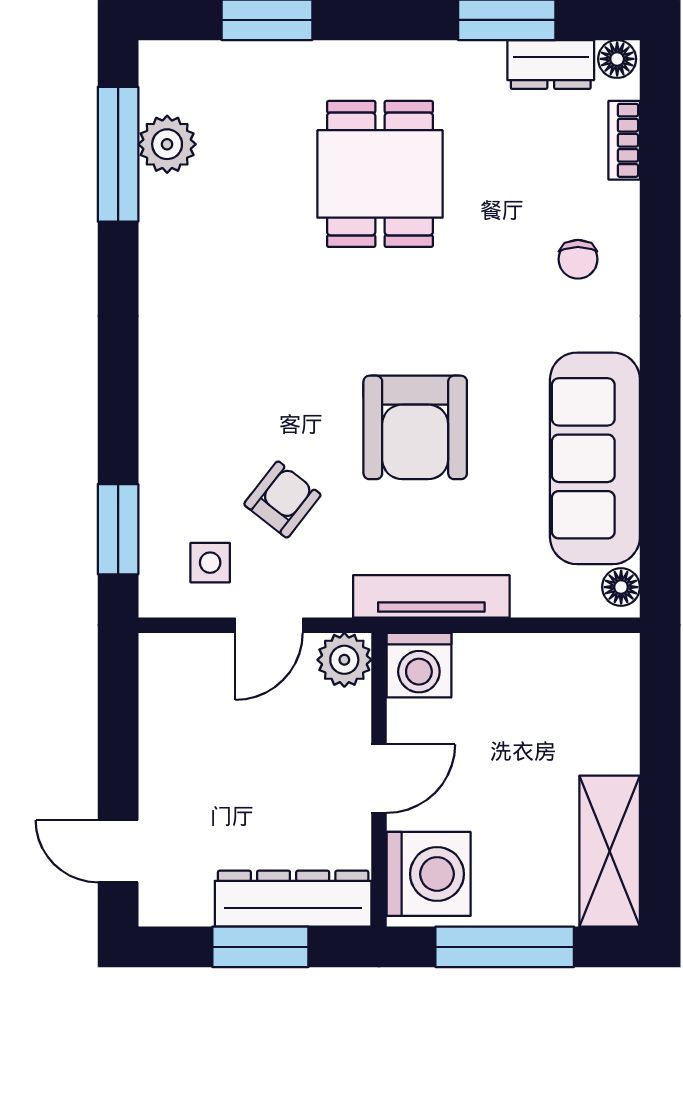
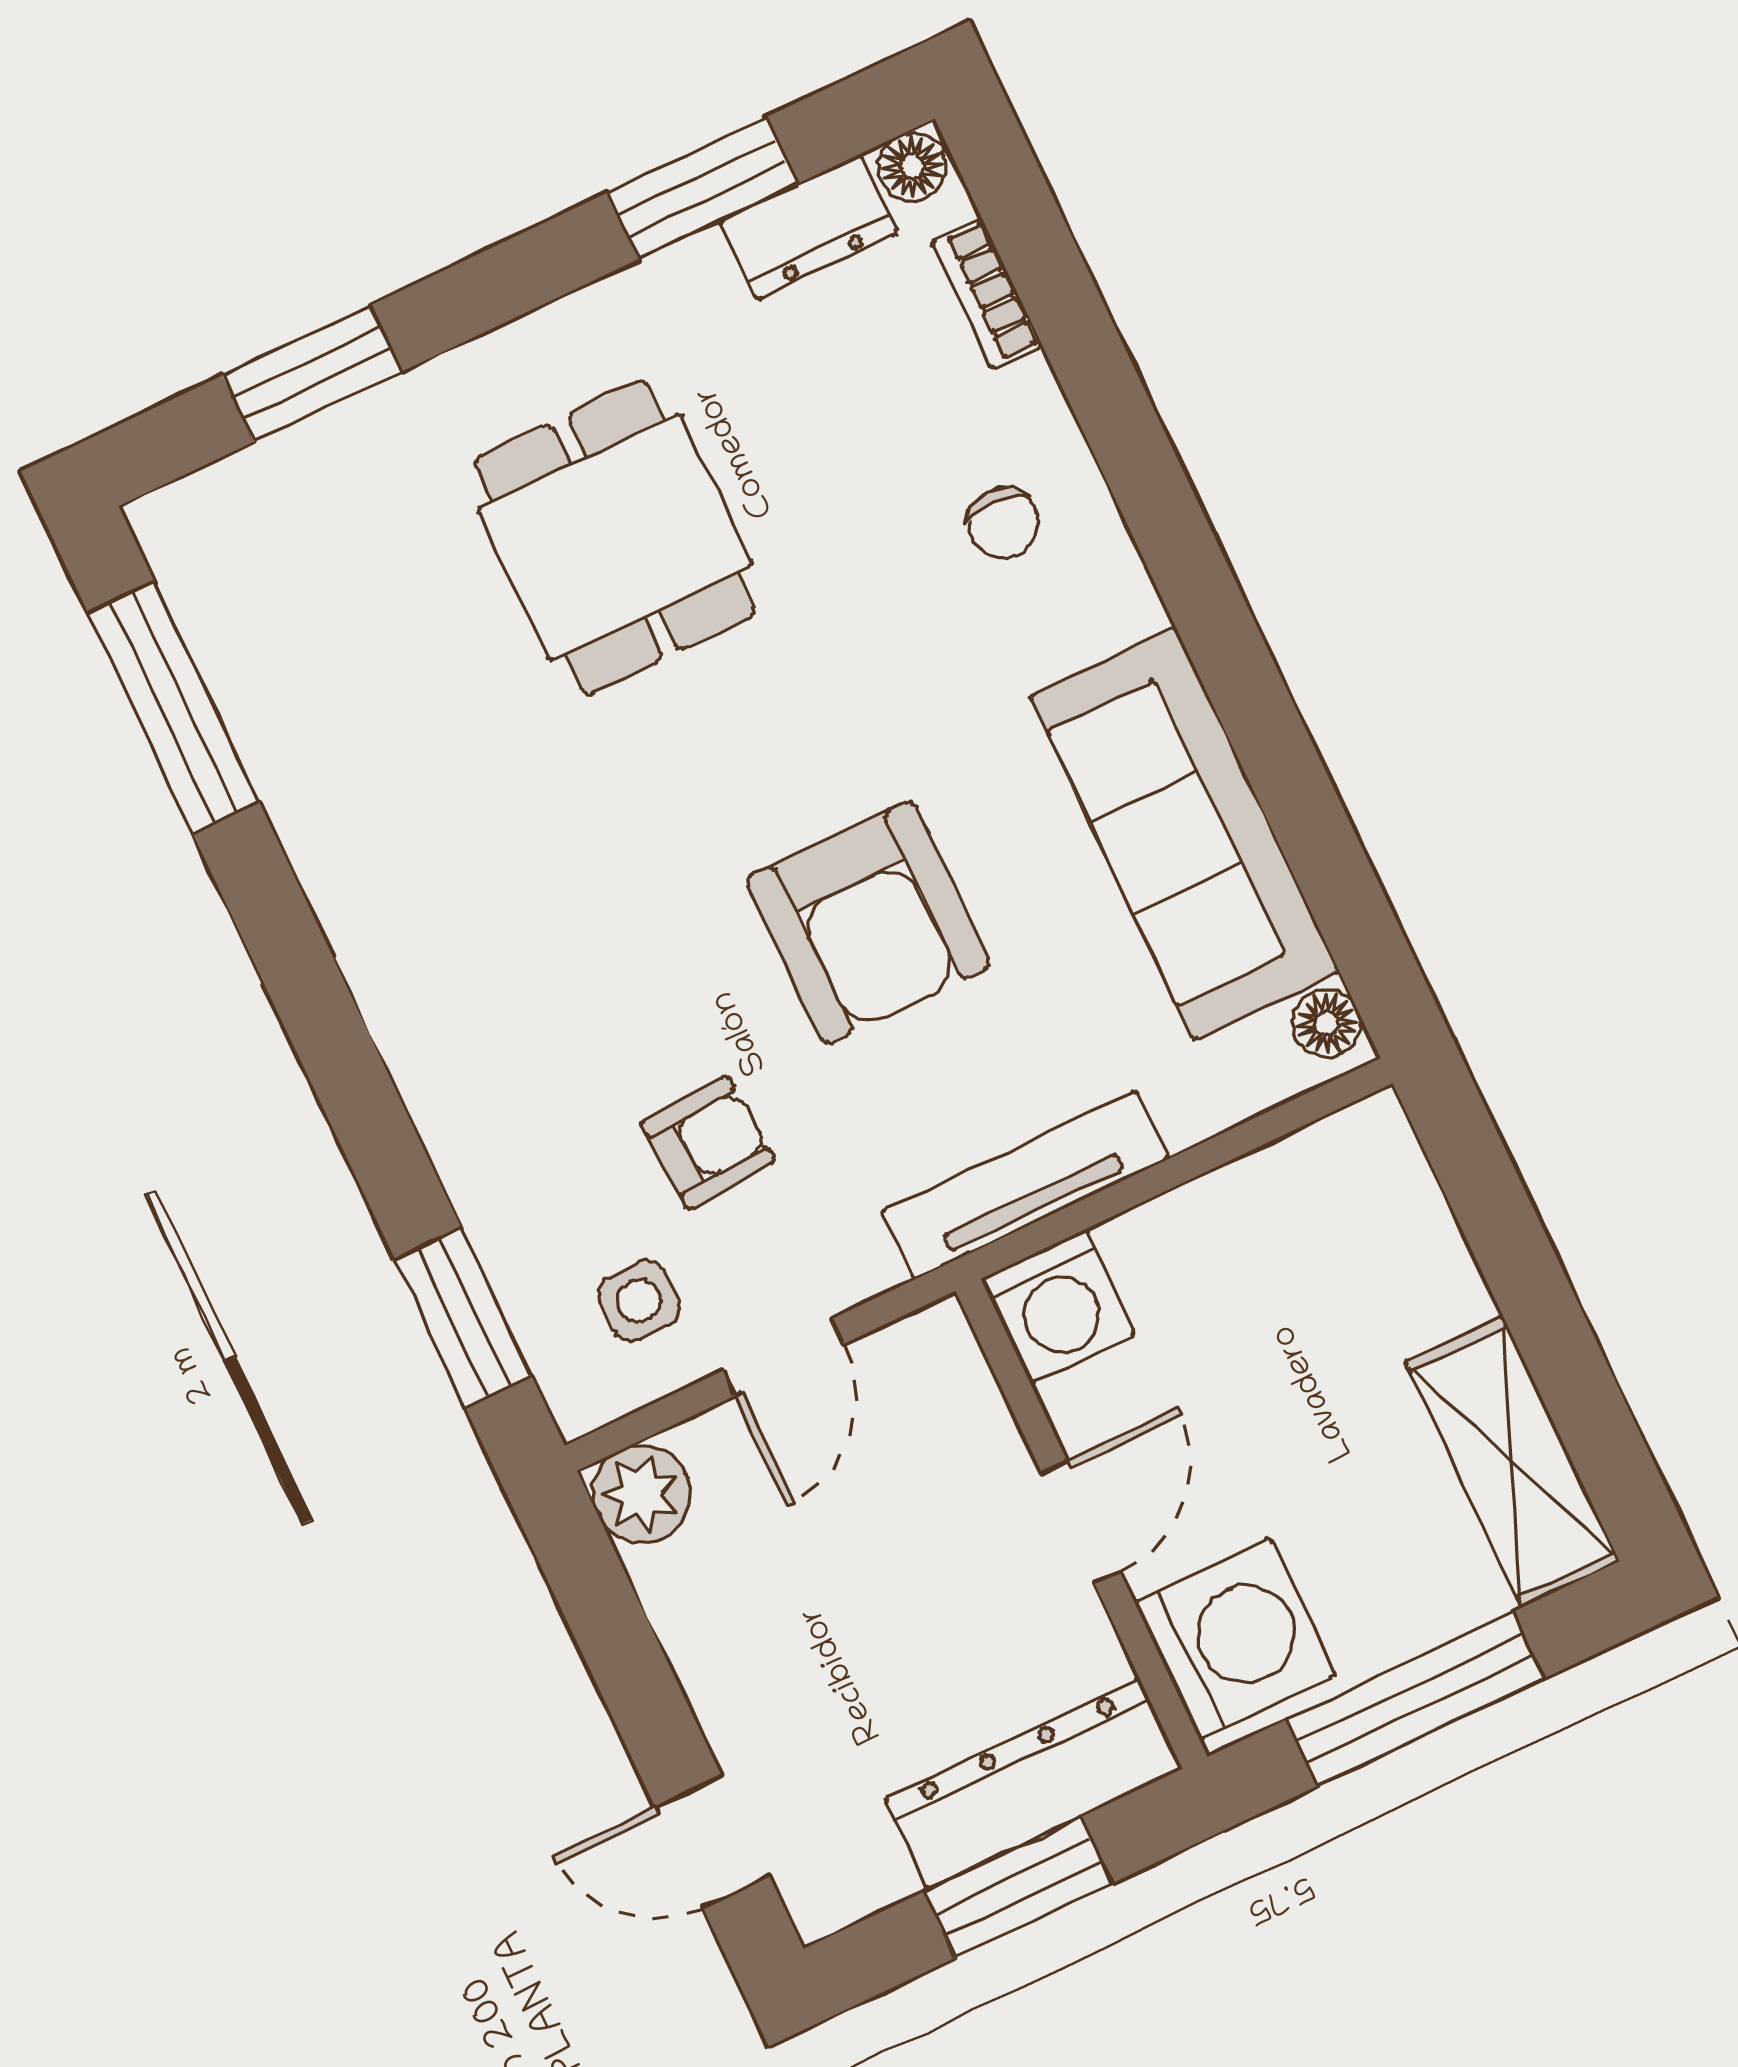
plant: (167, 144) -> (246, 653), removed
armchair: (282, 500) -> (708, 1142), turned 48
plant: (344, 660) -> (641, 1494), moved

